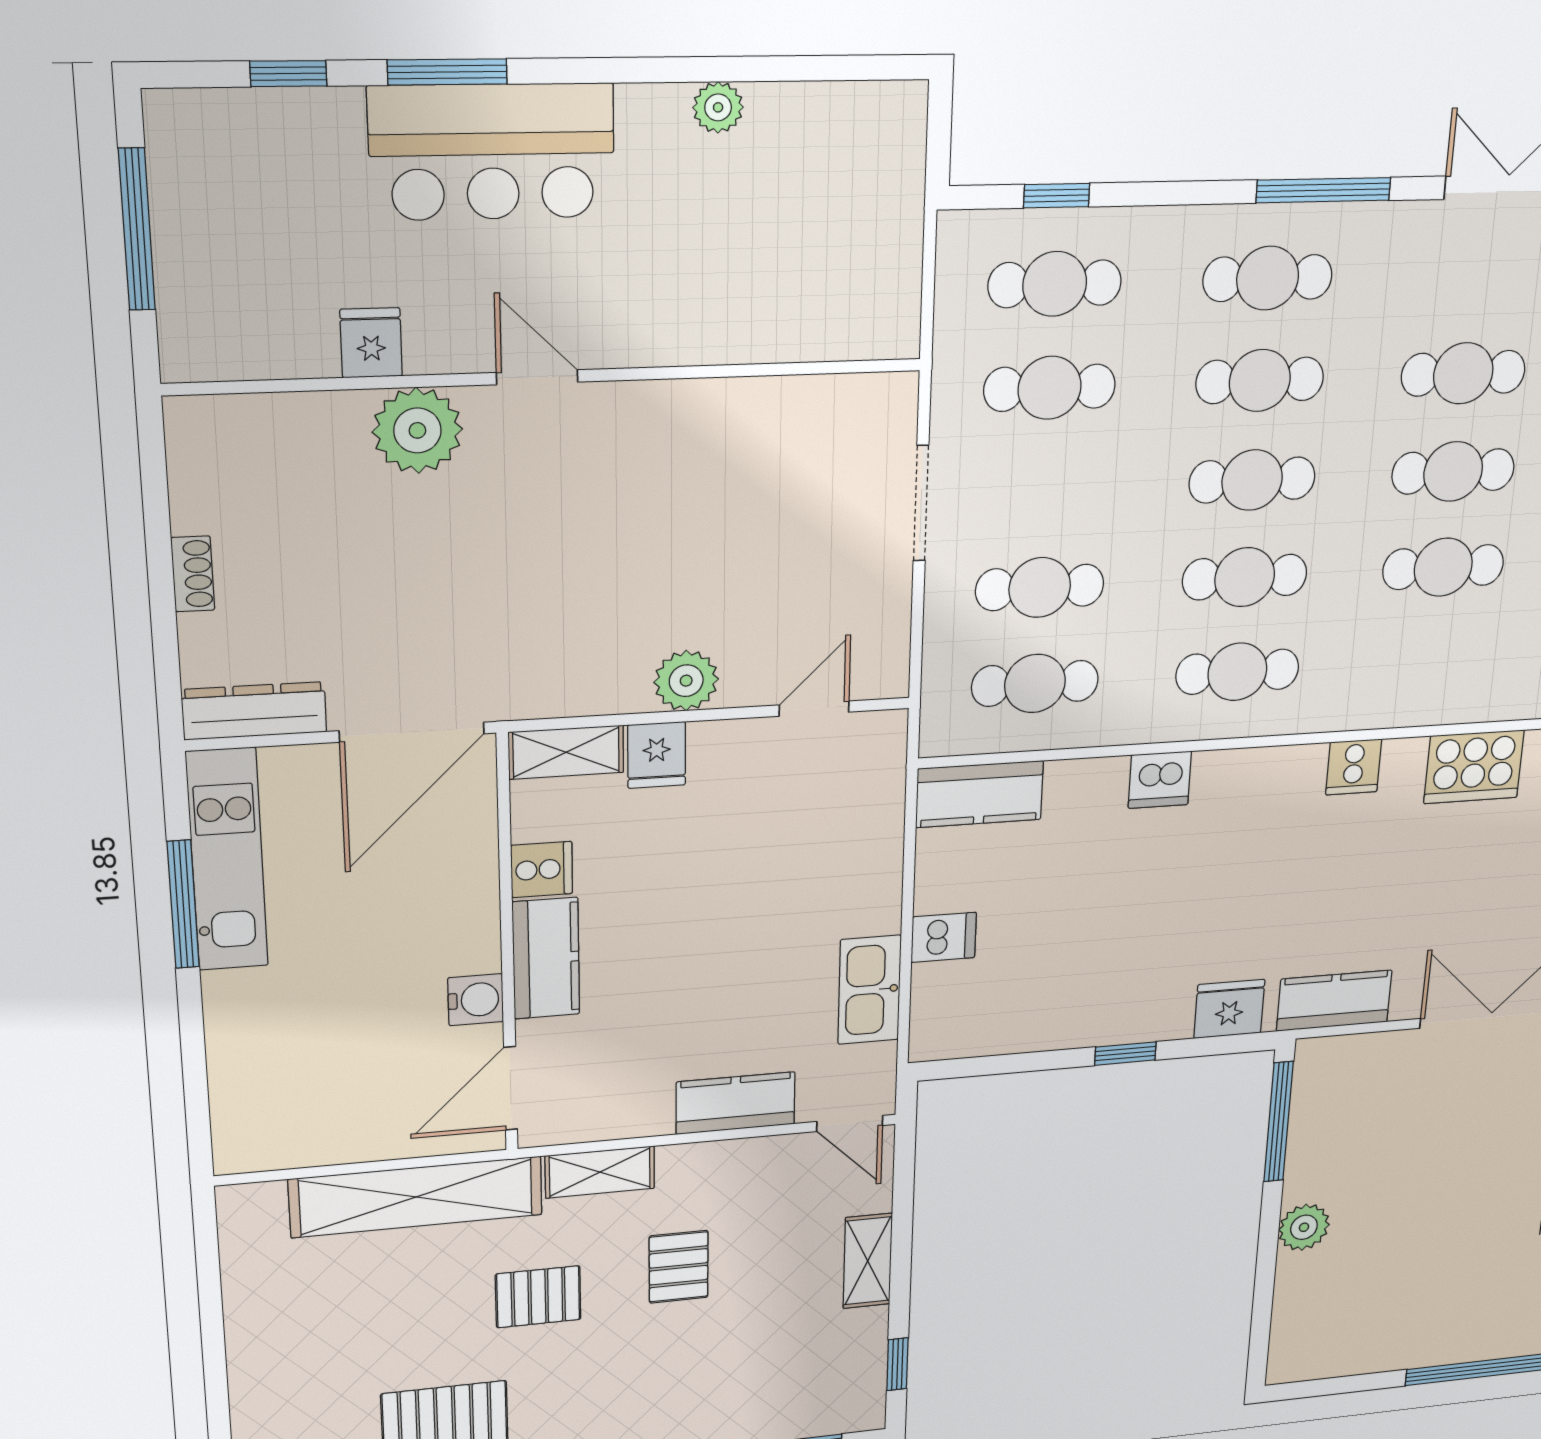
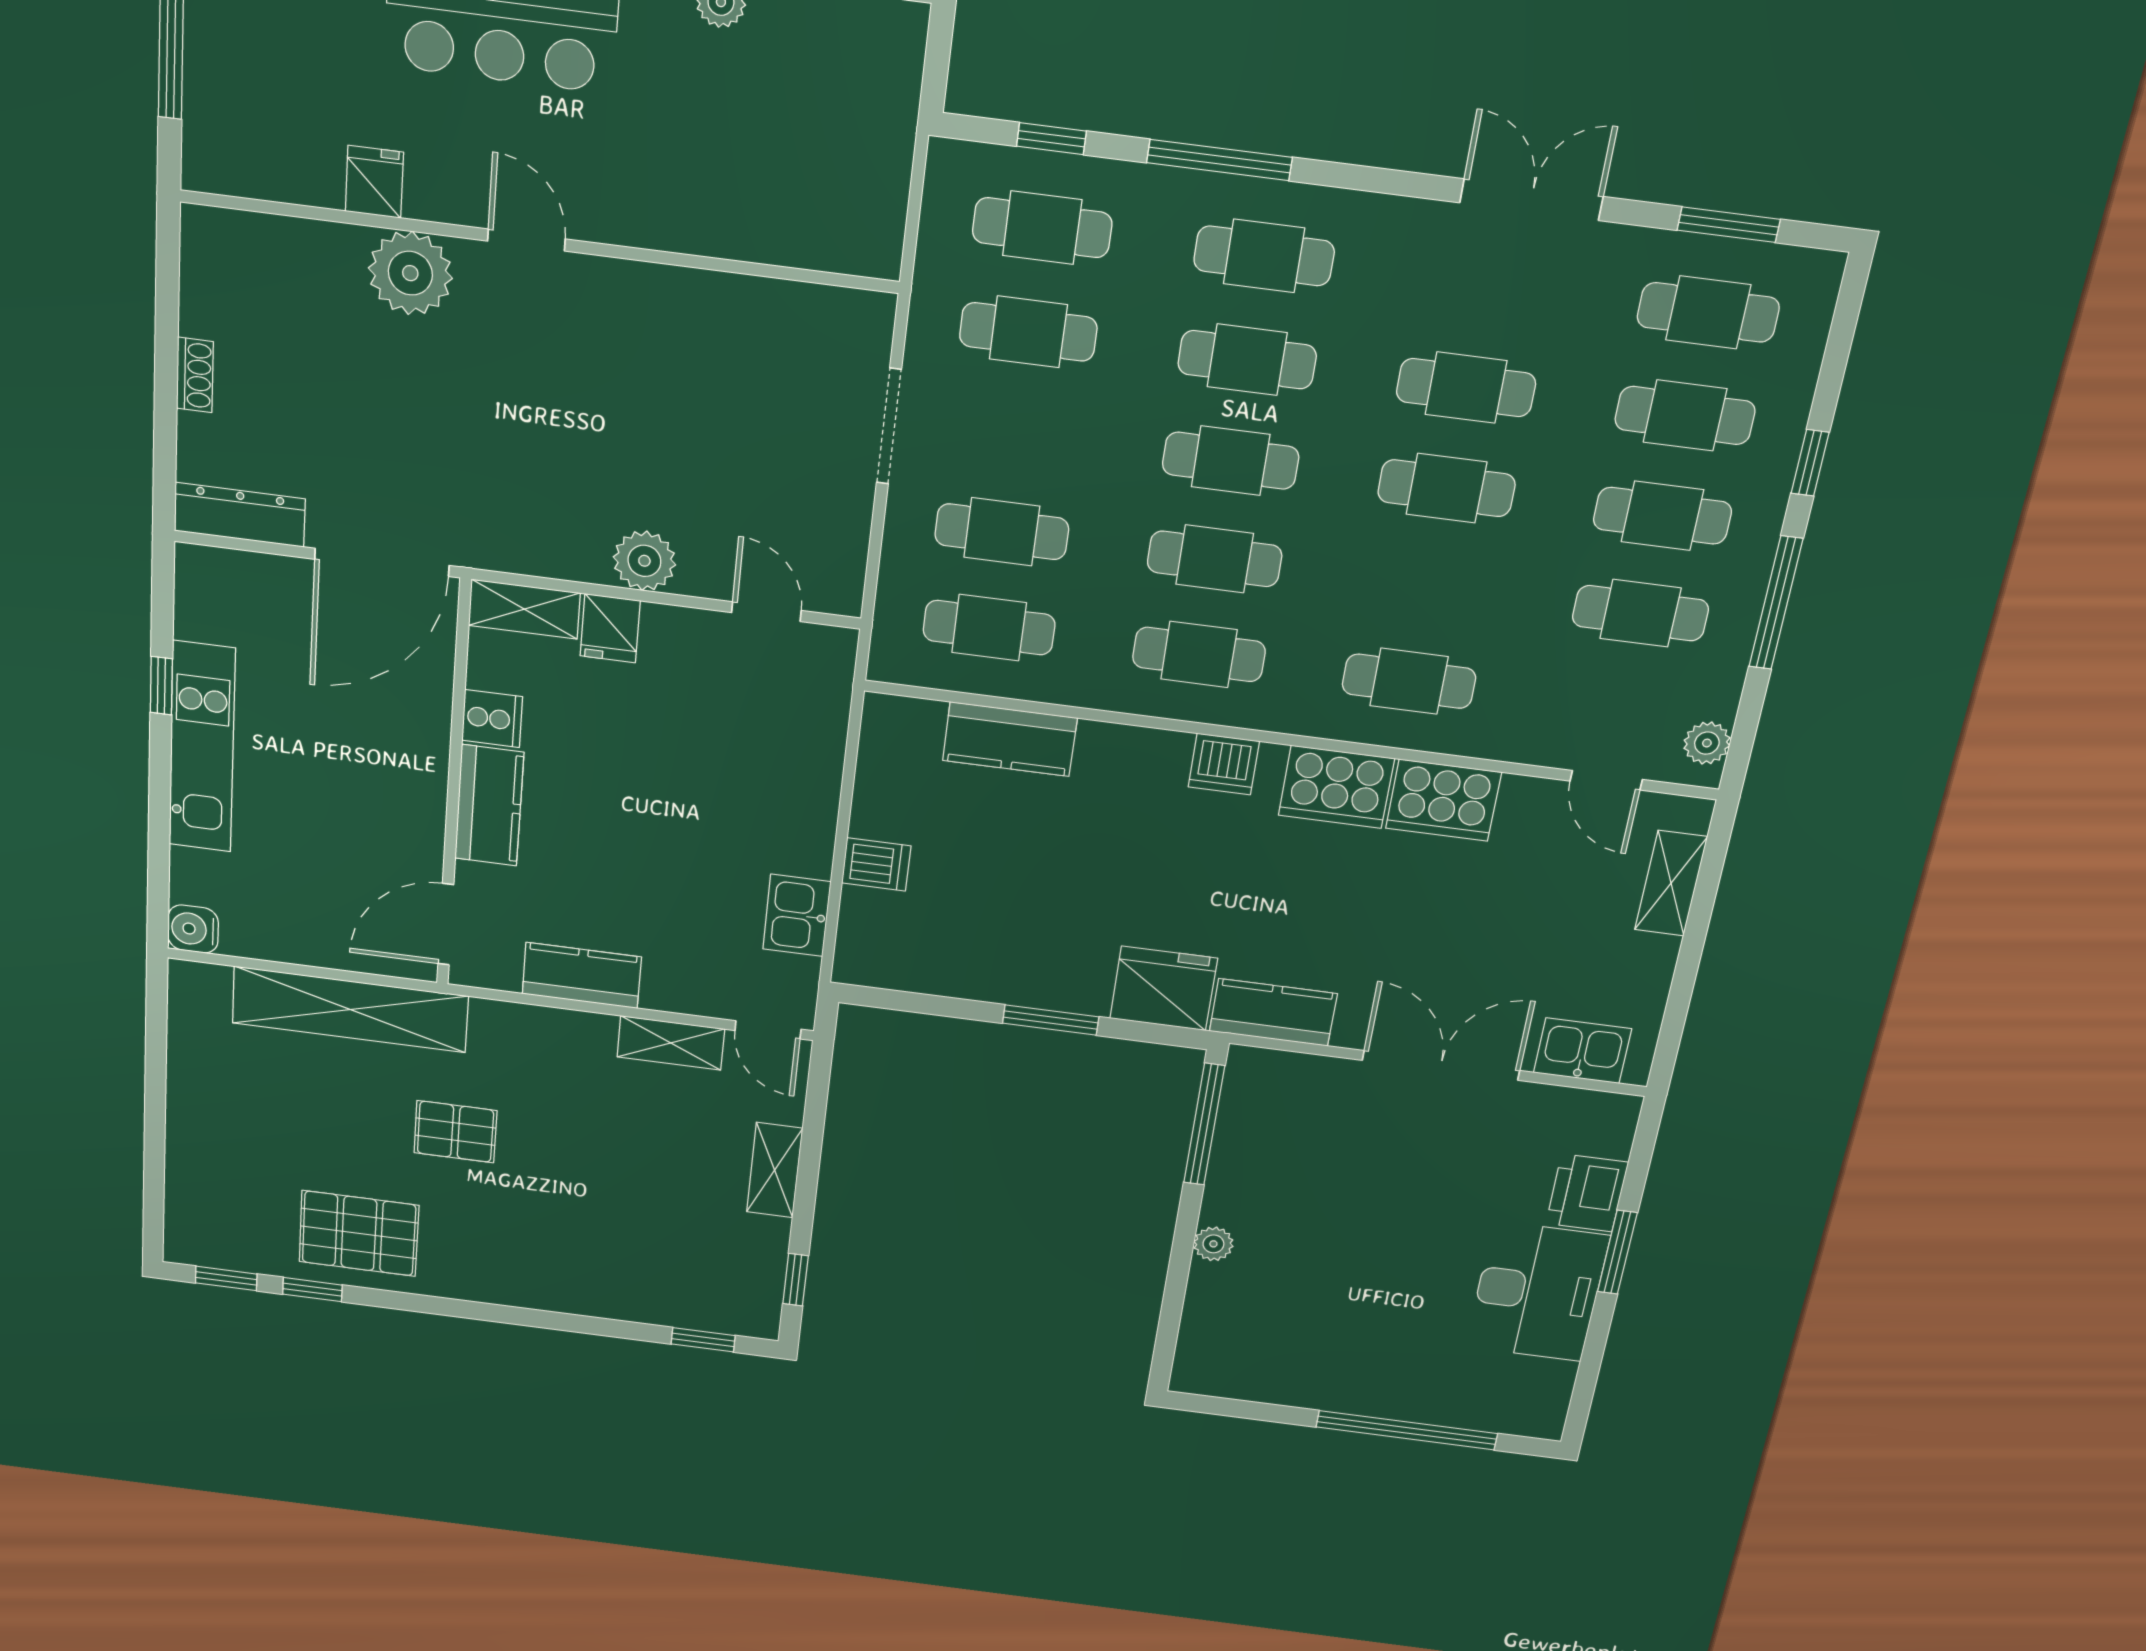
window: (1323, 190) -> (1219, 160), moved
cafe table: (1443, 567) -> (1409, 681), moved
door: (814, 709) -> (766, 612), hinge flipped
cooker: (1354, 767) -> (1336, 787), width x1.87, depth x1.31
dishwasher: (1160, 780) -> (1224, 764), moved
kitchen counter: (980, 794) -> (1010, 739), moved
kitchen unit: (227, 860) -> (202, 747), moved
window: (183, 904) -> (161, 686), width x0.46
kitchen sink: (870, 990) -> (797, 915), width x0.73
water cooler: (476, 1000) -> (193, 929), moved, turned 180
fridge: (1229, 1009) -> (1164, 988), width x1.36, depth x1.34
window: (1125, 1054) -> (1051, 1020), width x1.50
kitchen counter: (736, 1103) -> (582, 975), moved
shelving: (600, 1172) -> (671, 1043), moved
plant: (1304, 1227) -> (1213, 1244), width x0.73, depth x0.73
pallet: (679, 1267) -> (591, 1133), removed

